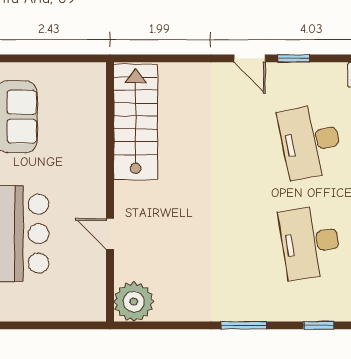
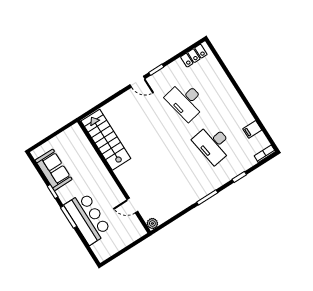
door: (110, 234) -> (132, 206), moved
plant: (134, 302) -> (152, 223), width x0.53, depth x0.53

